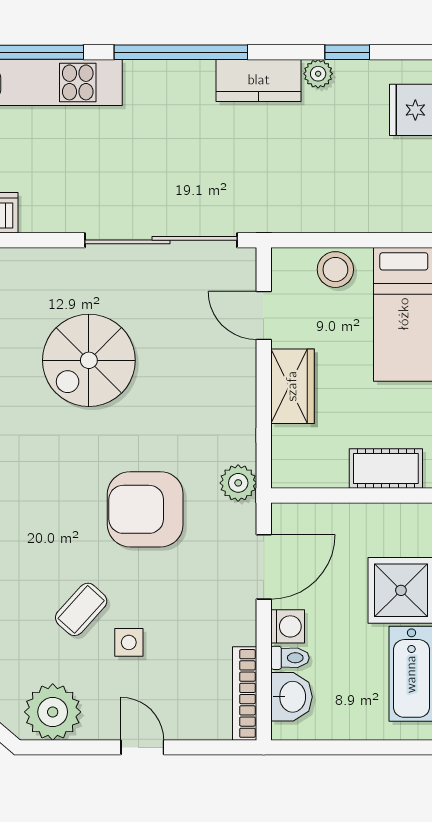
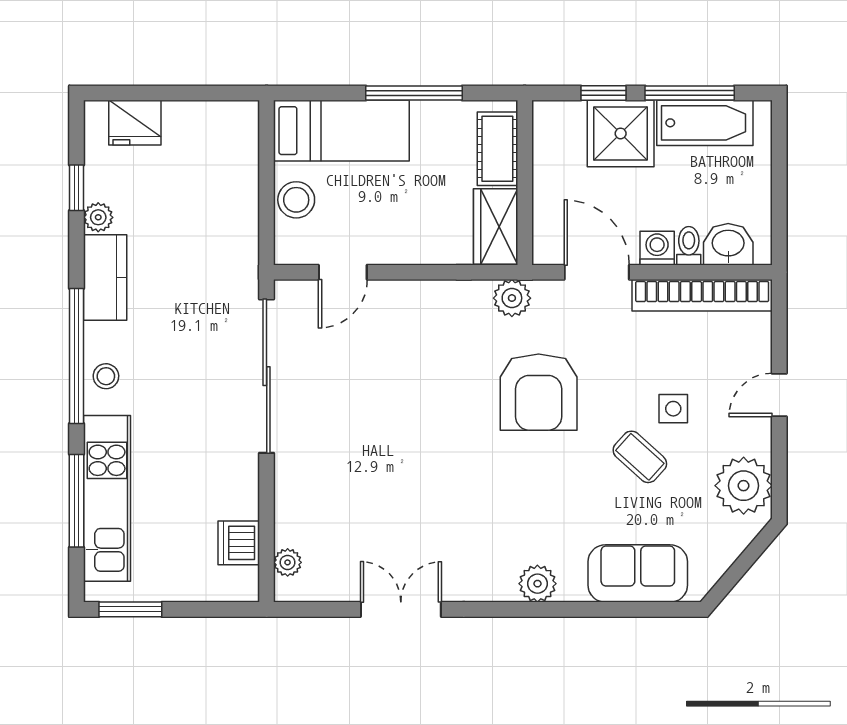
stool: (161, 81) -> (106, 376), added
spiral stairs: (89, 360) -> (388, 449), removed
wardrobe: (292, 386) -> (496, 226), moved, turned -90
bookcase: (245, 693) -> (702, 295), width x1.48, depth x1.31

